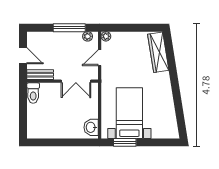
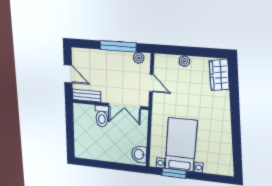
plant: (106, 36) -> (184, 61), moved
wardrobe: (158, 52) -> (219, 75), width x0.67
door: (100, 58) -> (151, 83), swing flipped
toilet: (33, 93) -> (102, 116), moved

